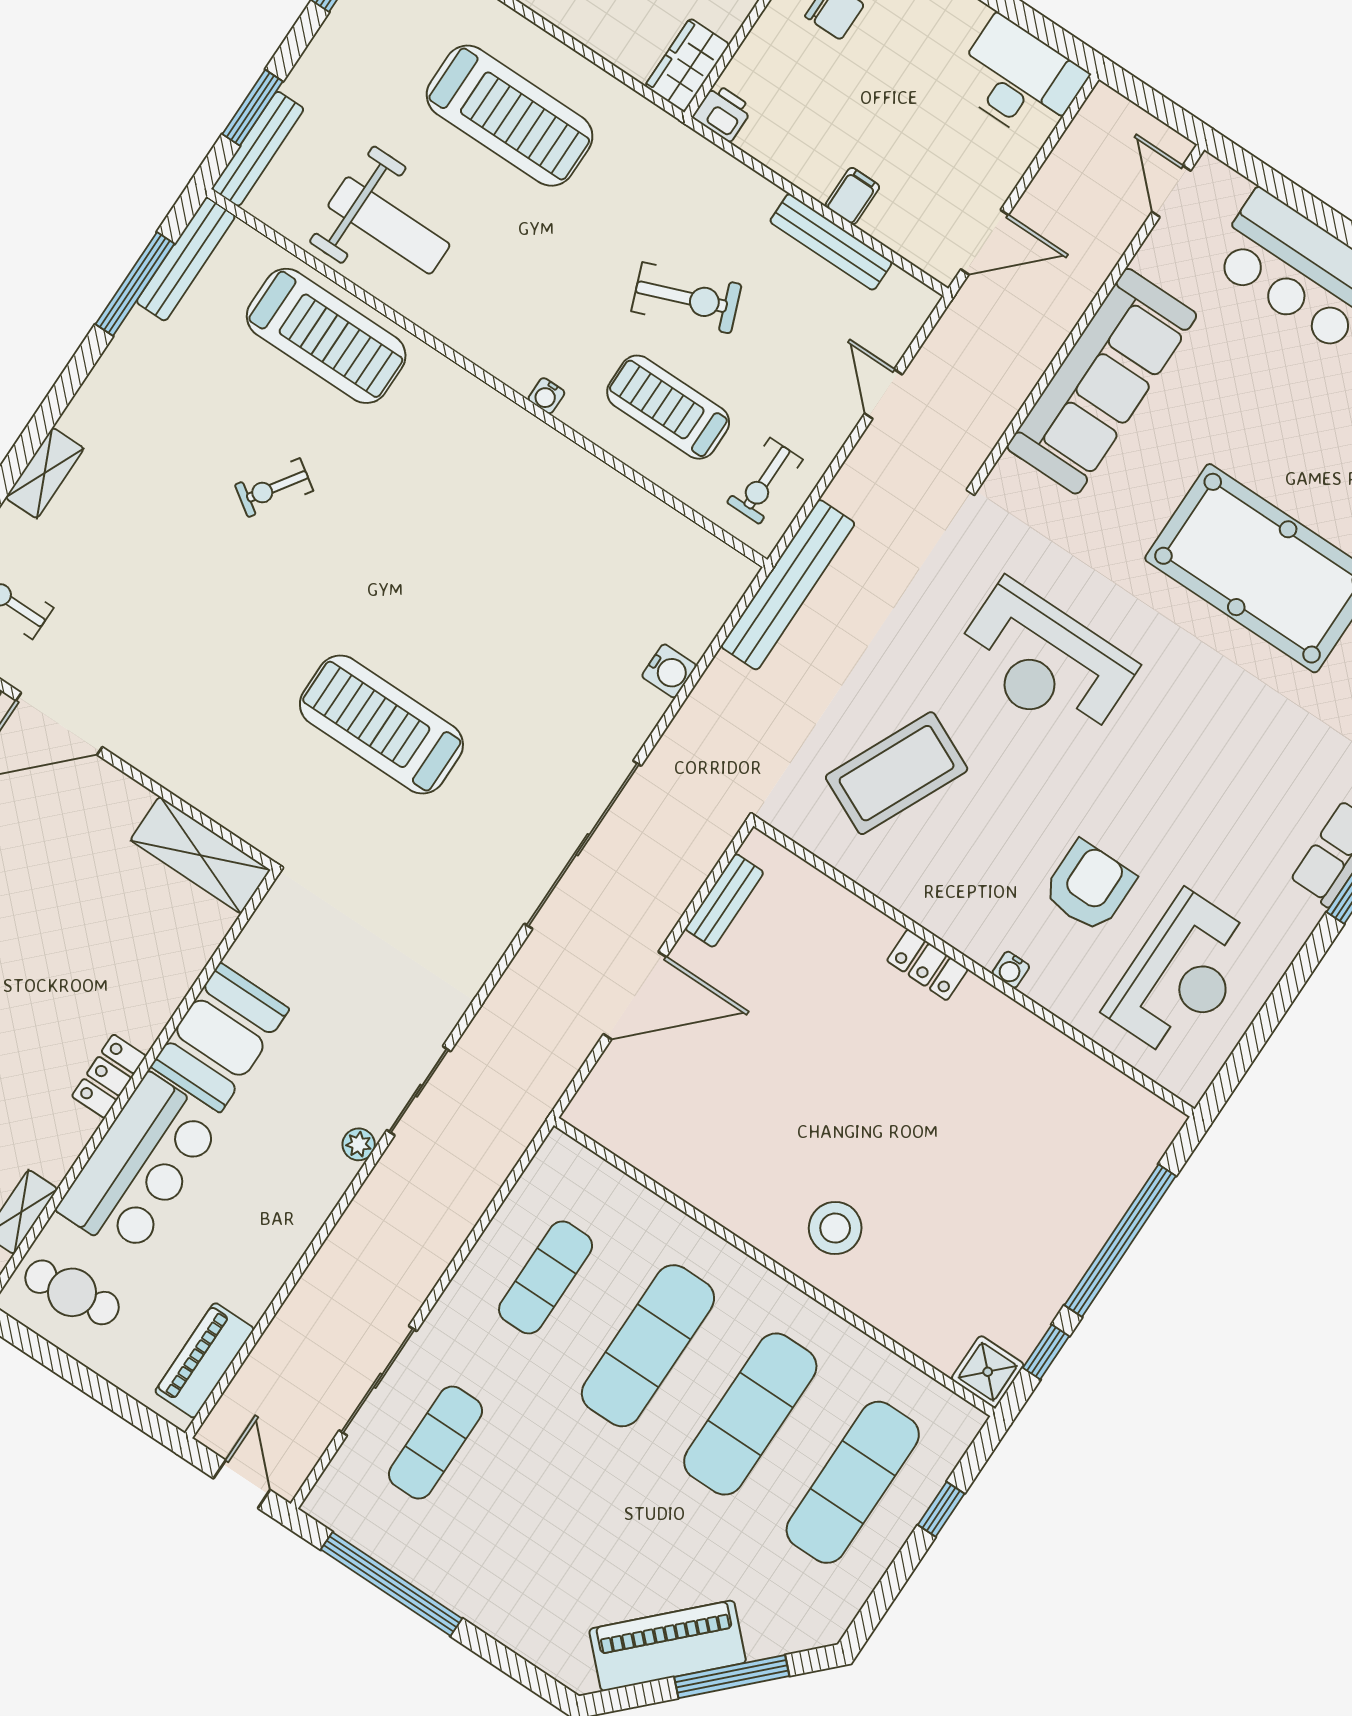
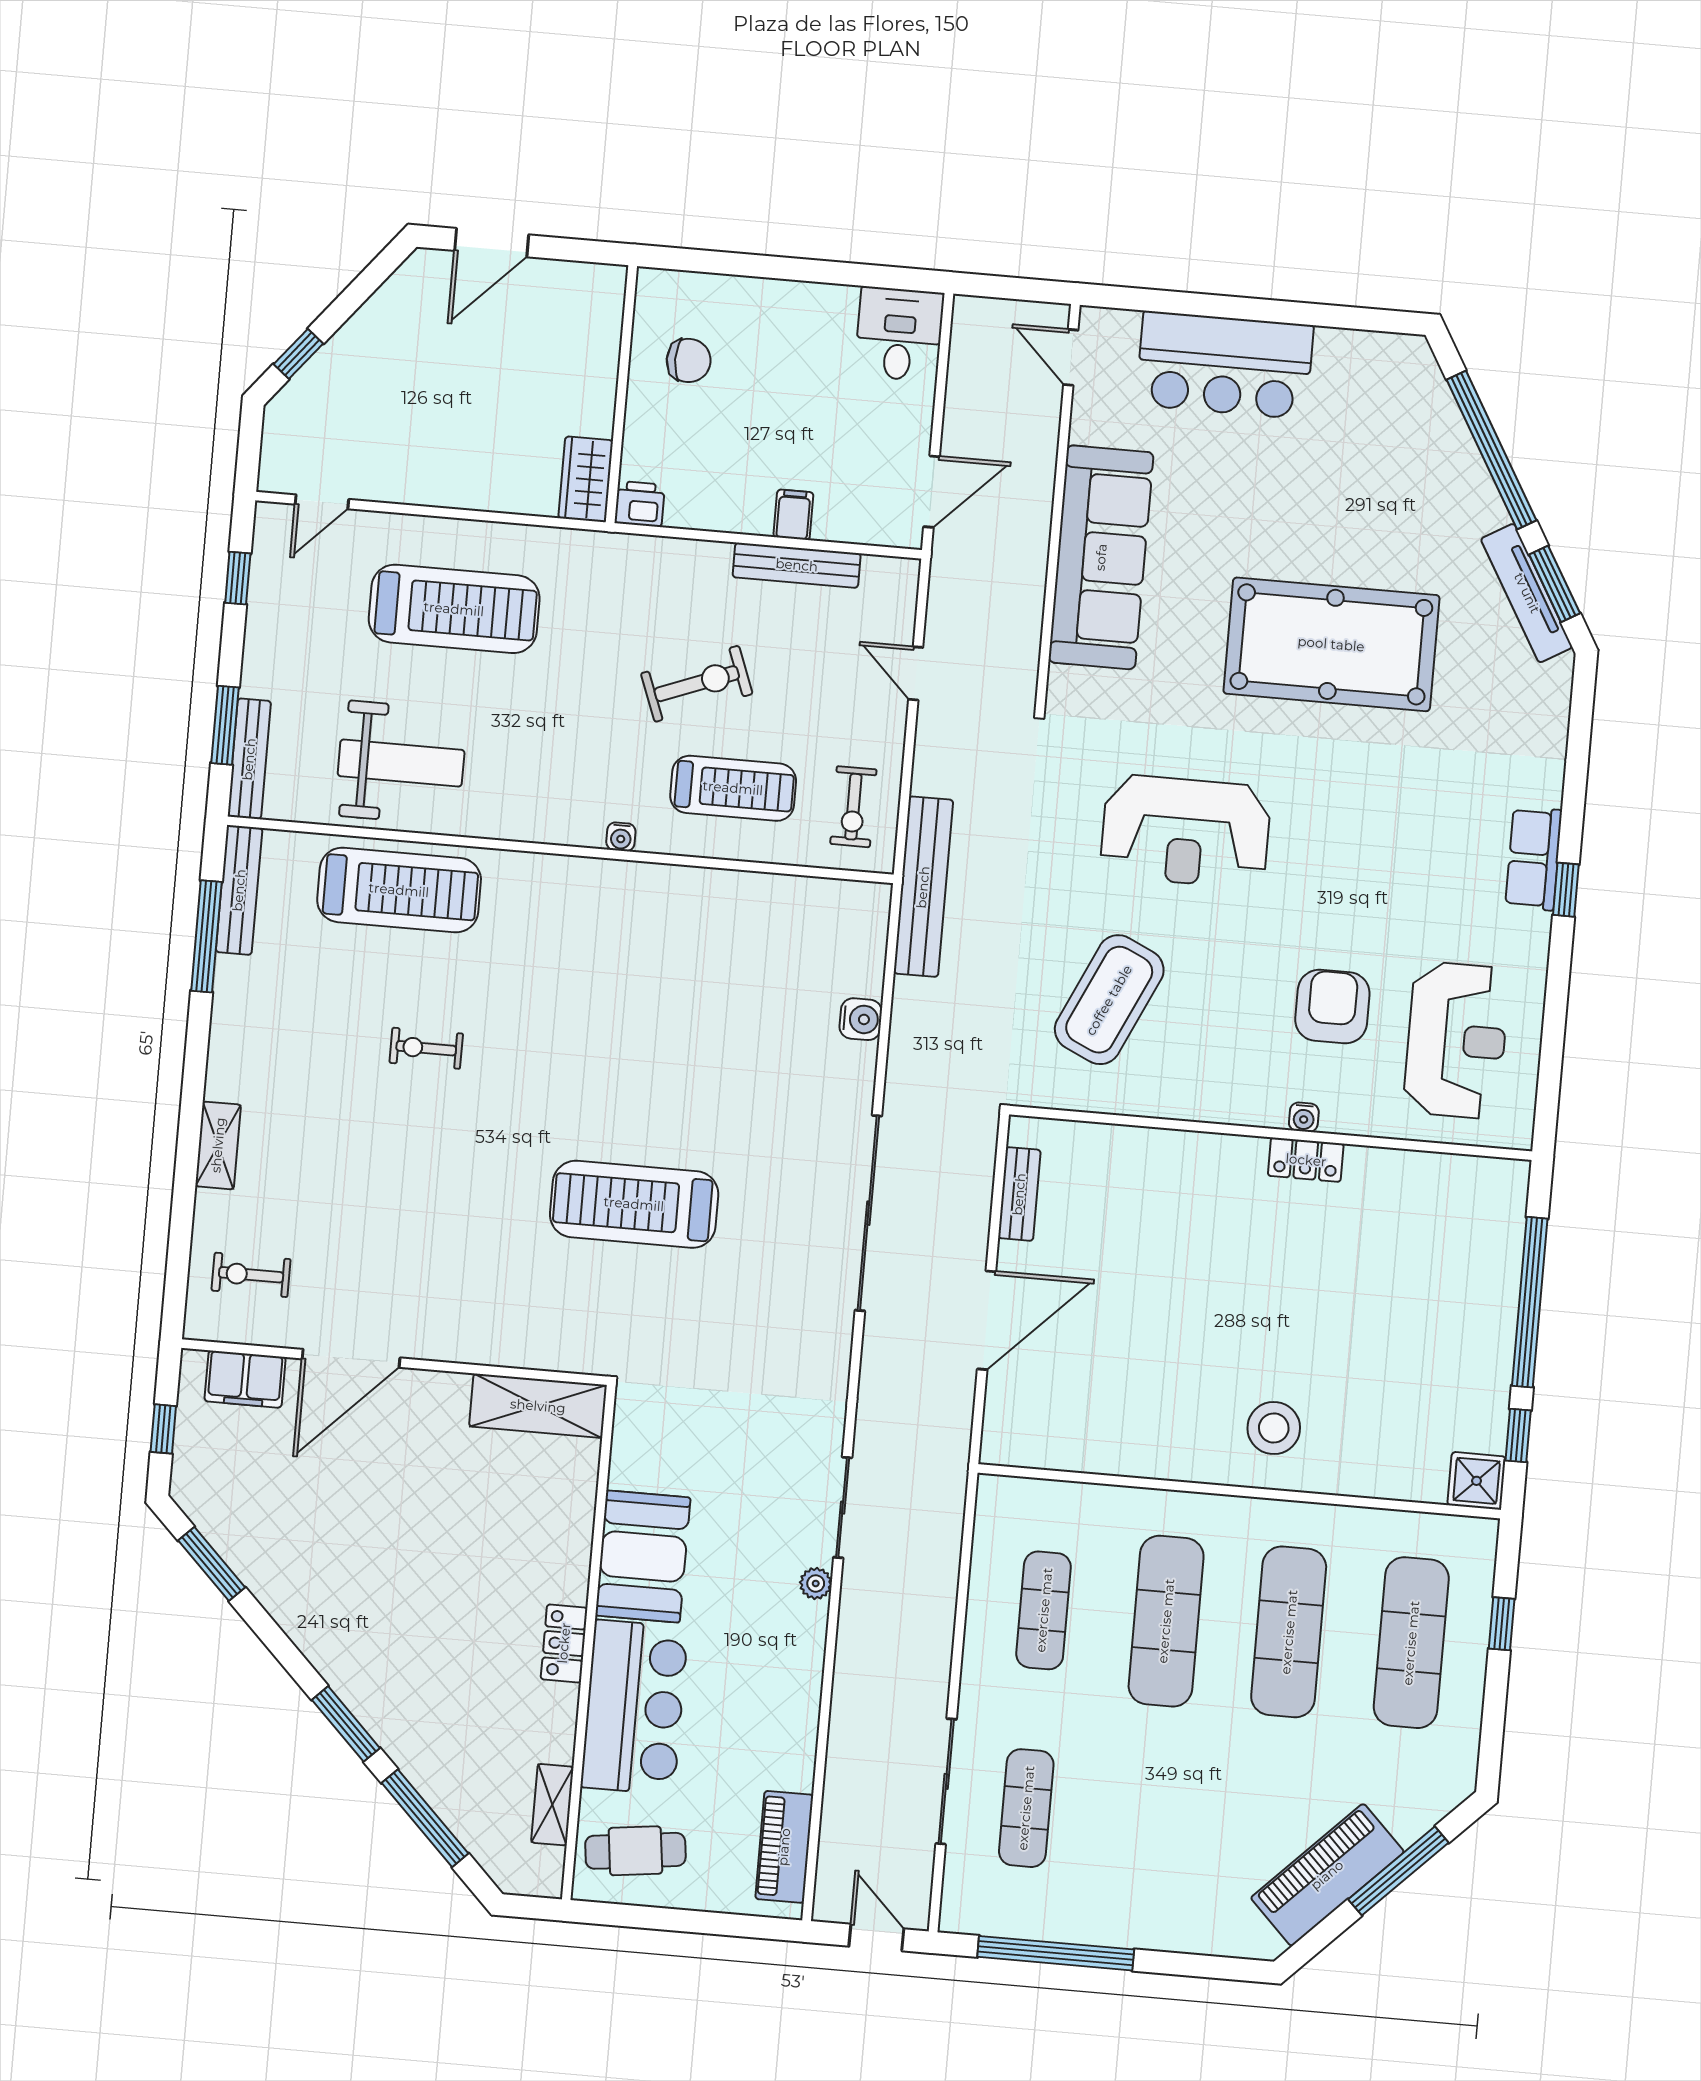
desk: (1019, 80) -> (899, 334), width x0.73
treadmill: (668, 407) -> (733, 788), turned 180
exercise bike: (274, 488) -> (426, 1048), turned 56
locker: (927, 965) -> (1306, 1160), moved

